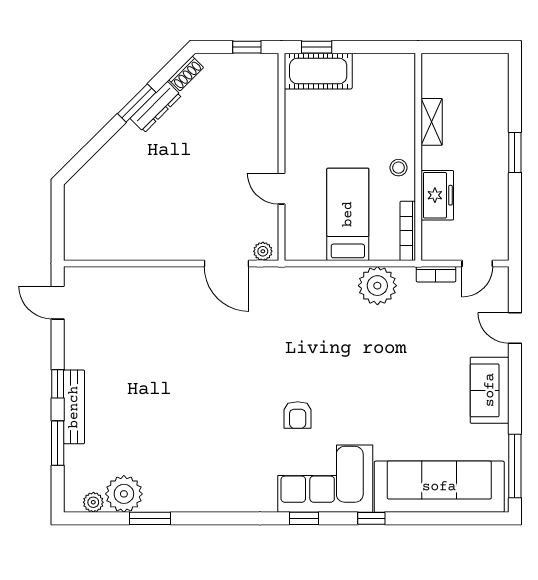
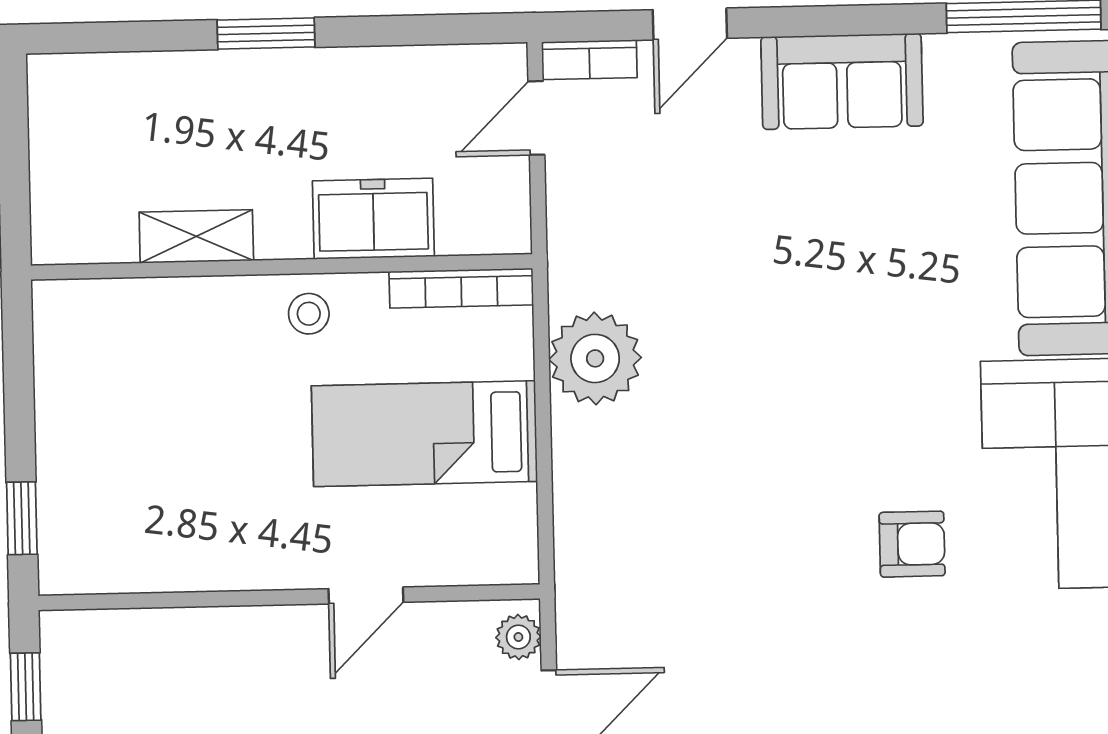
cot: (318, 71) -> (80, 513), removed
door: (477, 264) -> (536, 118), swing flipped
bookcase: (436, 274) -> (589, 60), moved, turned 90

